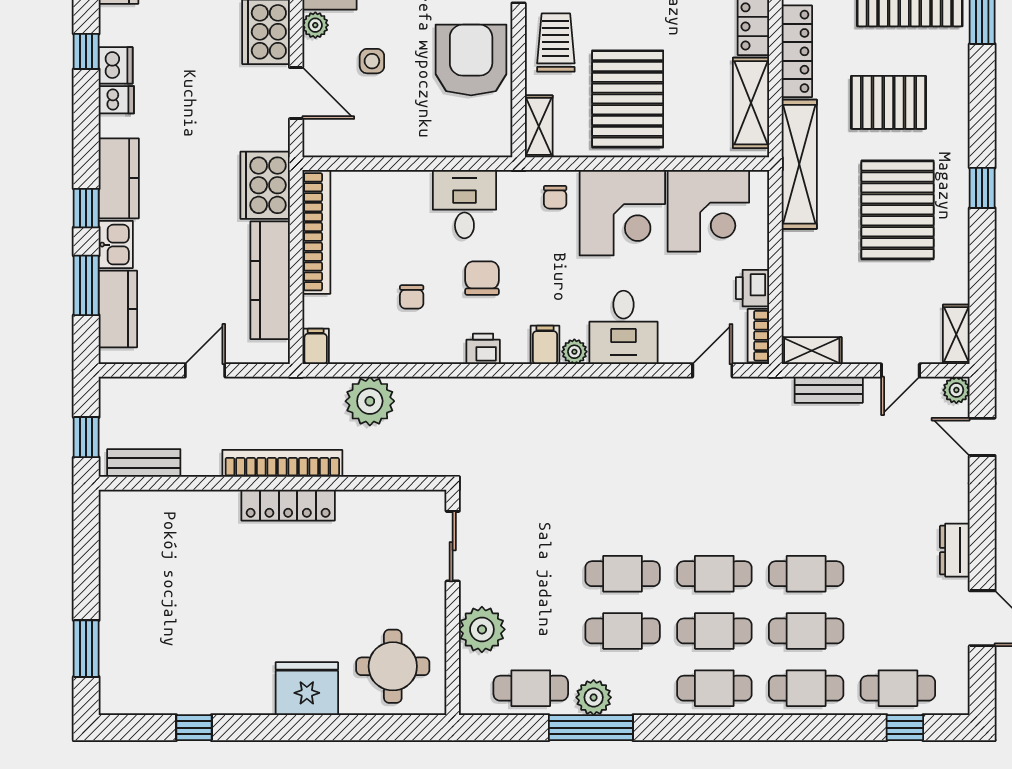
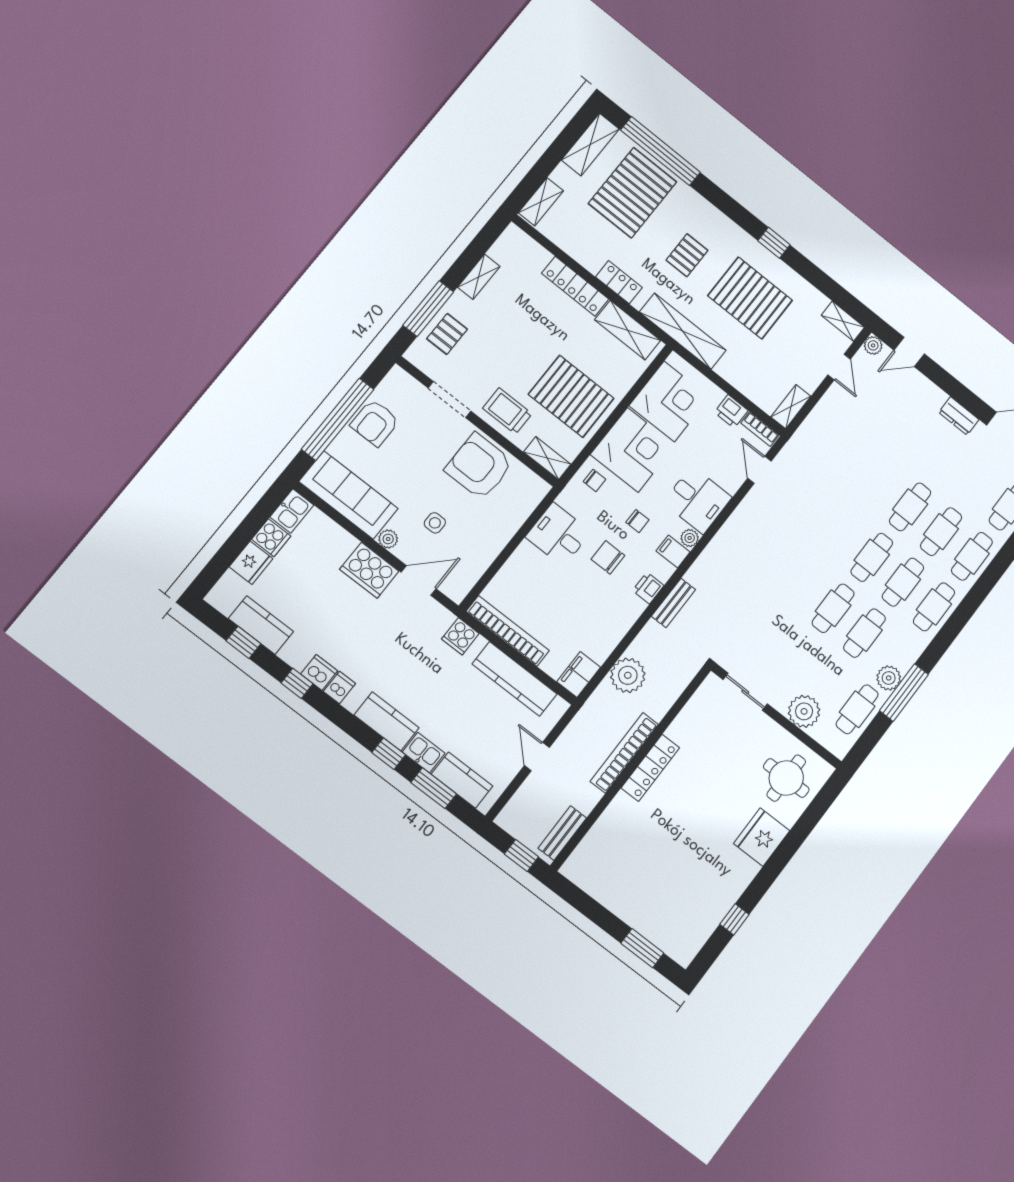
locker: (797, 51) -> (619, 282), width x0.66
pallet: (889, 102) -> (687, 255), width x0.67, depth x0.71
cooker: (265, 185) -> (460, 636), width x0.53, depth x0.76
chair: (412, 297) -> (637, 521), moved
filing cabinet: (316, 346) -> (579, 675), width x2.00
bench: (829, 390) -> (673, 603), moved

